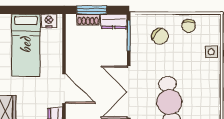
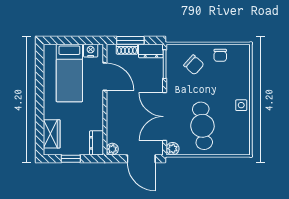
side table: (211, 52) -> (241, 105), moved
door: (64, 89) -> (105, 77), moved

